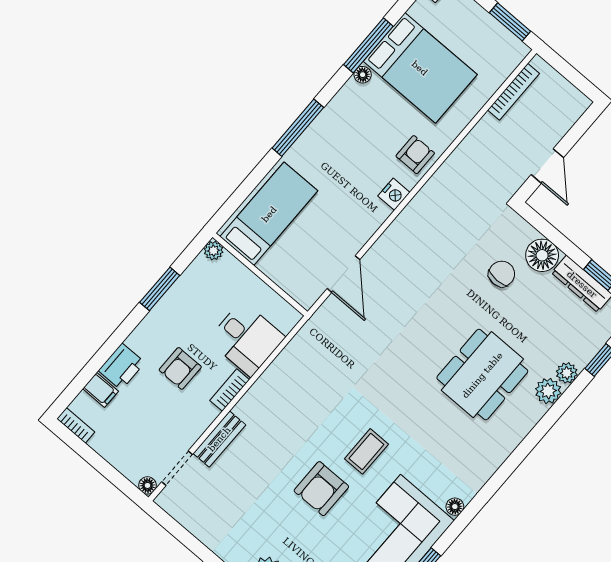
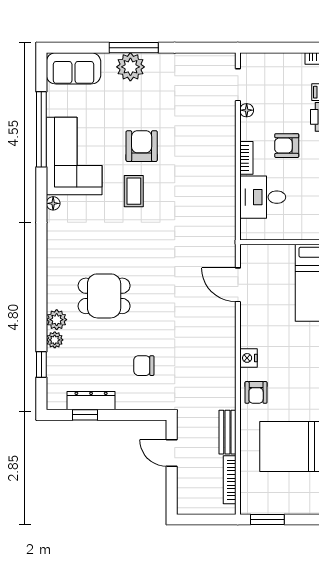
floor lamp: (542, 255) -> (129, 397), removed
chair: (502, 274) -> (144, 366), turned 90
armchair: (180, 368) -> (287, 146), turned -90
dining table: (482, 375) -> (104, 296), width x0.73
bench: (219, 439) -> (227, 432), moved
floor lamp: (148, 485) -> (247, 110), moved

